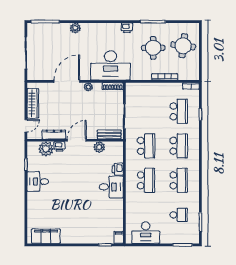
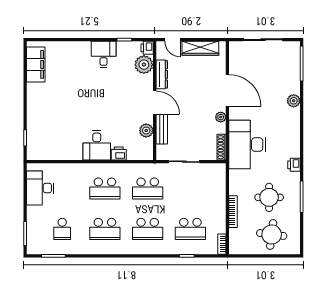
bench: (109, 135) -> (162, 129), moved
printer: (60, 146) -> (147, 48), moved
filing cabinet: (119, 238) -> (34, 154), removed

